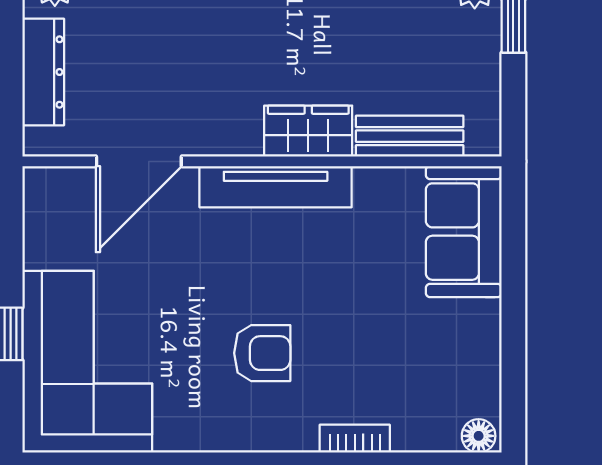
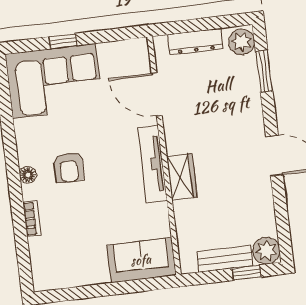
bench: (410, 136) -> (225, 259), moved, turned 90
floor lamp: (479, 436) -> (28, 175), moved

